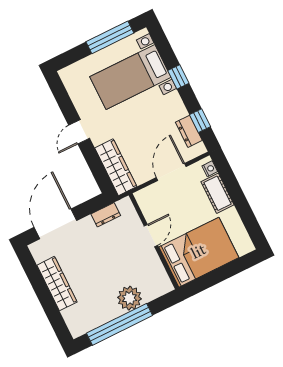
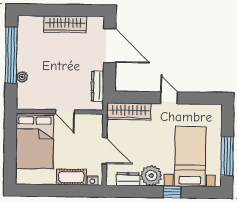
plant: (172, 108) -> (151, 176), added
window: (200, 121) -> (132, 191), removed
dresser: (106, 215) -> (98, 86), width x1.44
plant: (129, 298) -> (22, 77), width x0.53, depth x0.53

